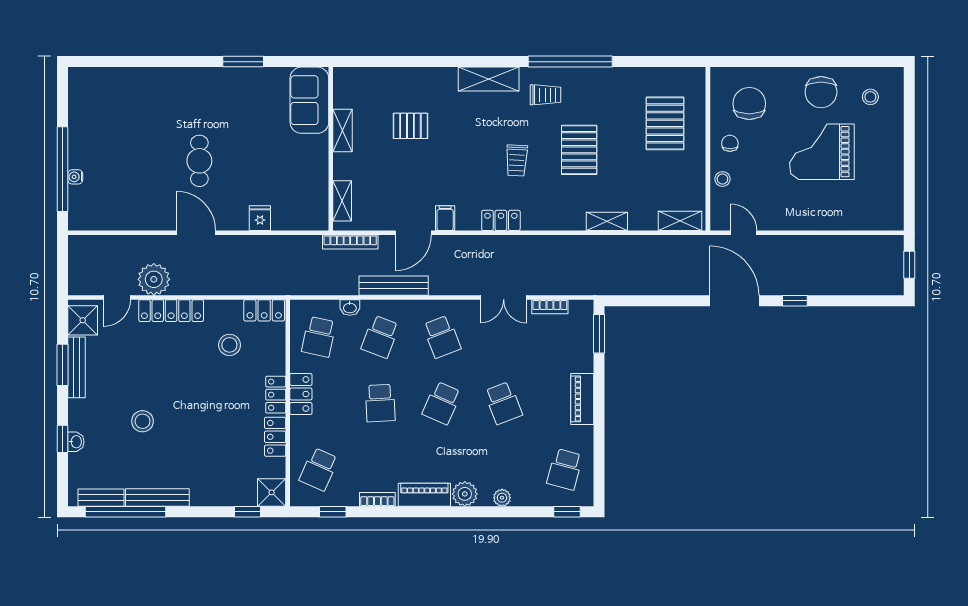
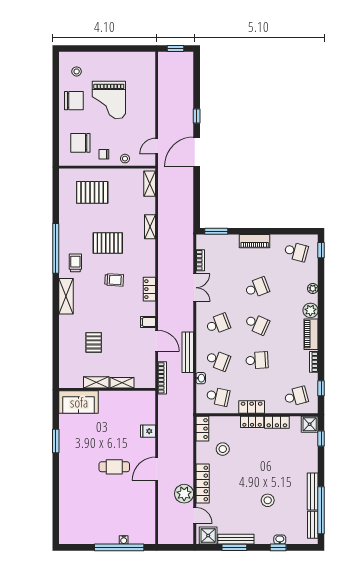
shelving: (342, 201) -> (122, 383), moved
school desk: (319, 469) -> (296, 396), turned -39

